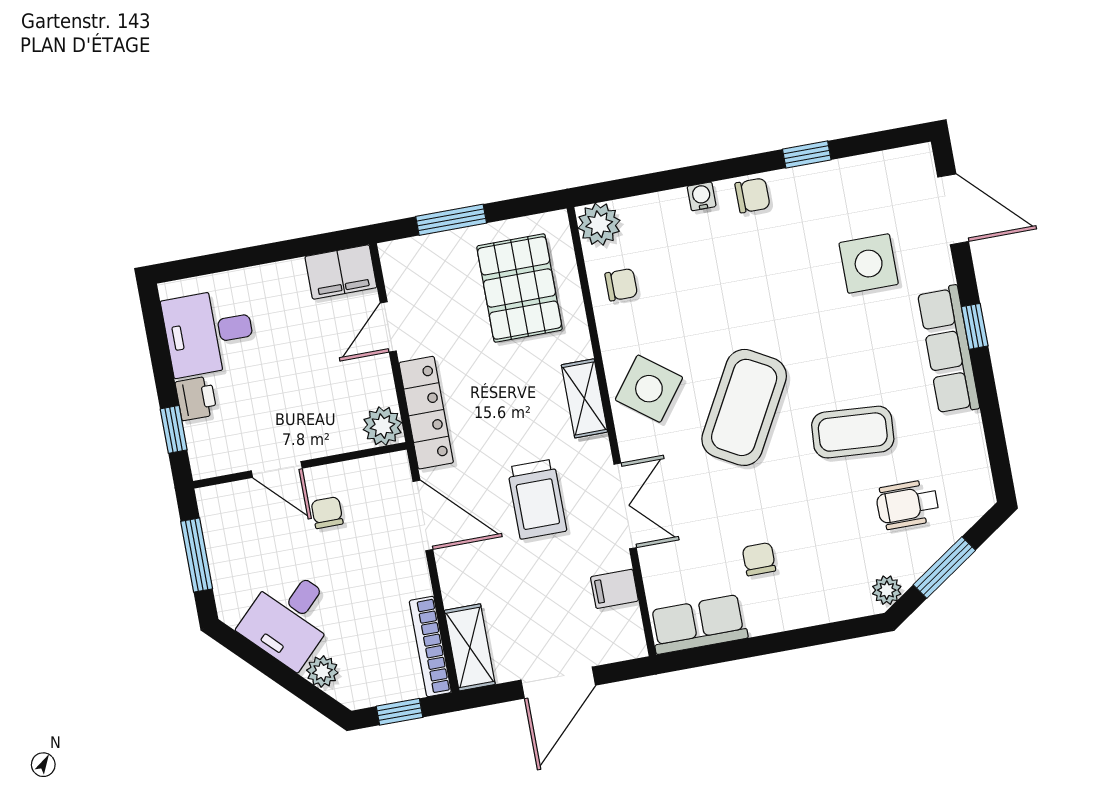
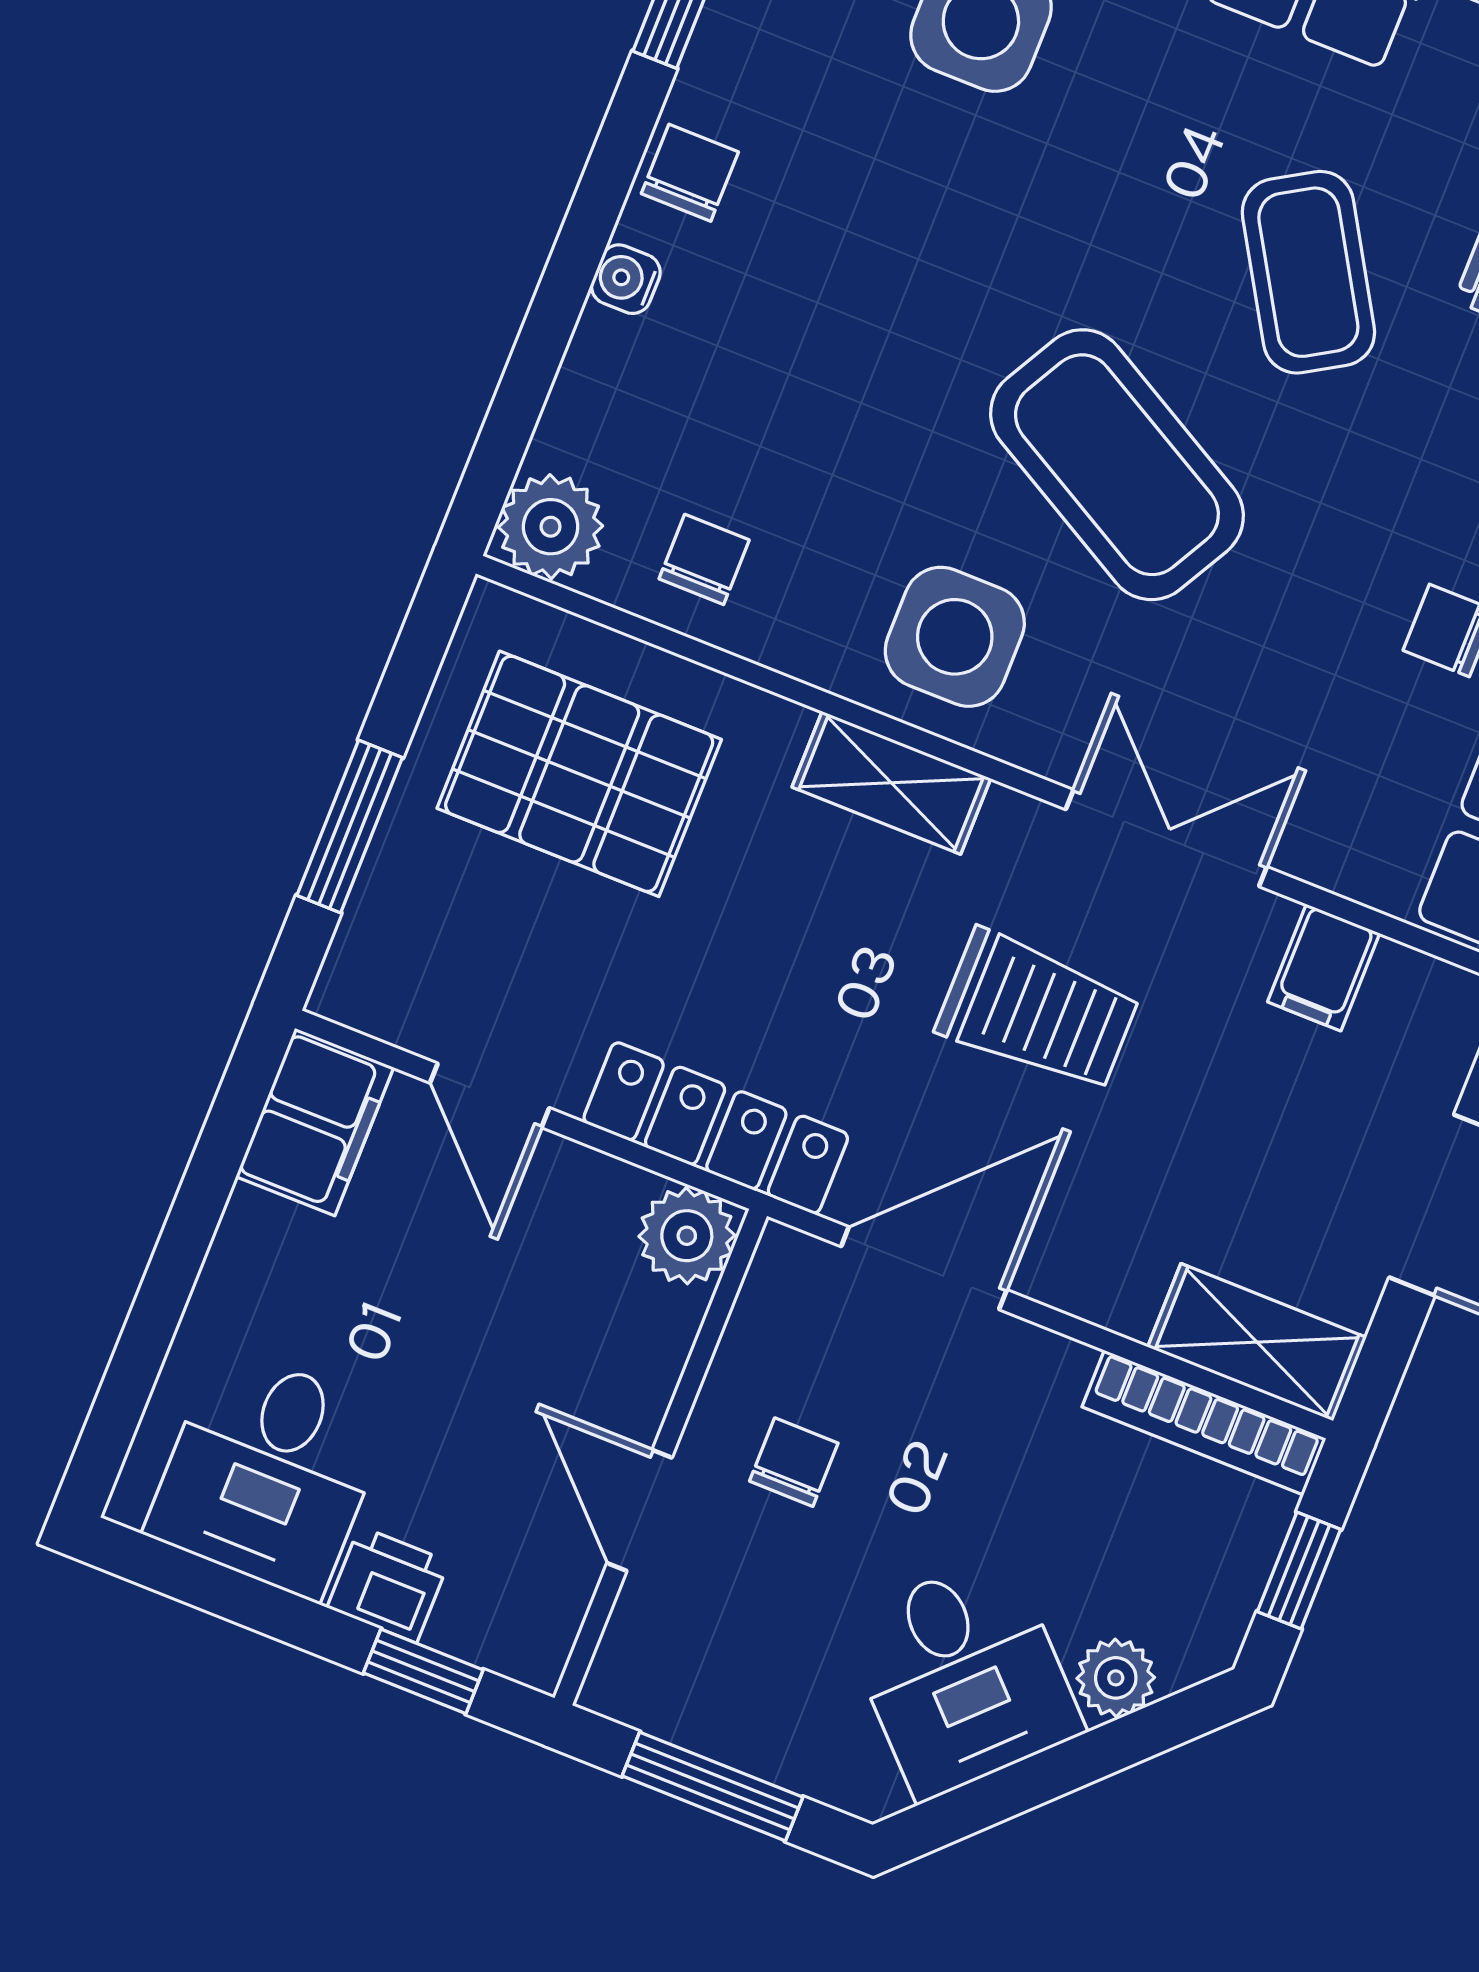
side table: (649, 389) -> (955, 637), turned -37
coffee table: (853, 432) -> (1308, 272), turned -35
door: (277, 469) -> (639, 1510), swing flipped
chair: (327, 513) -> (794, 1462), turned 90

